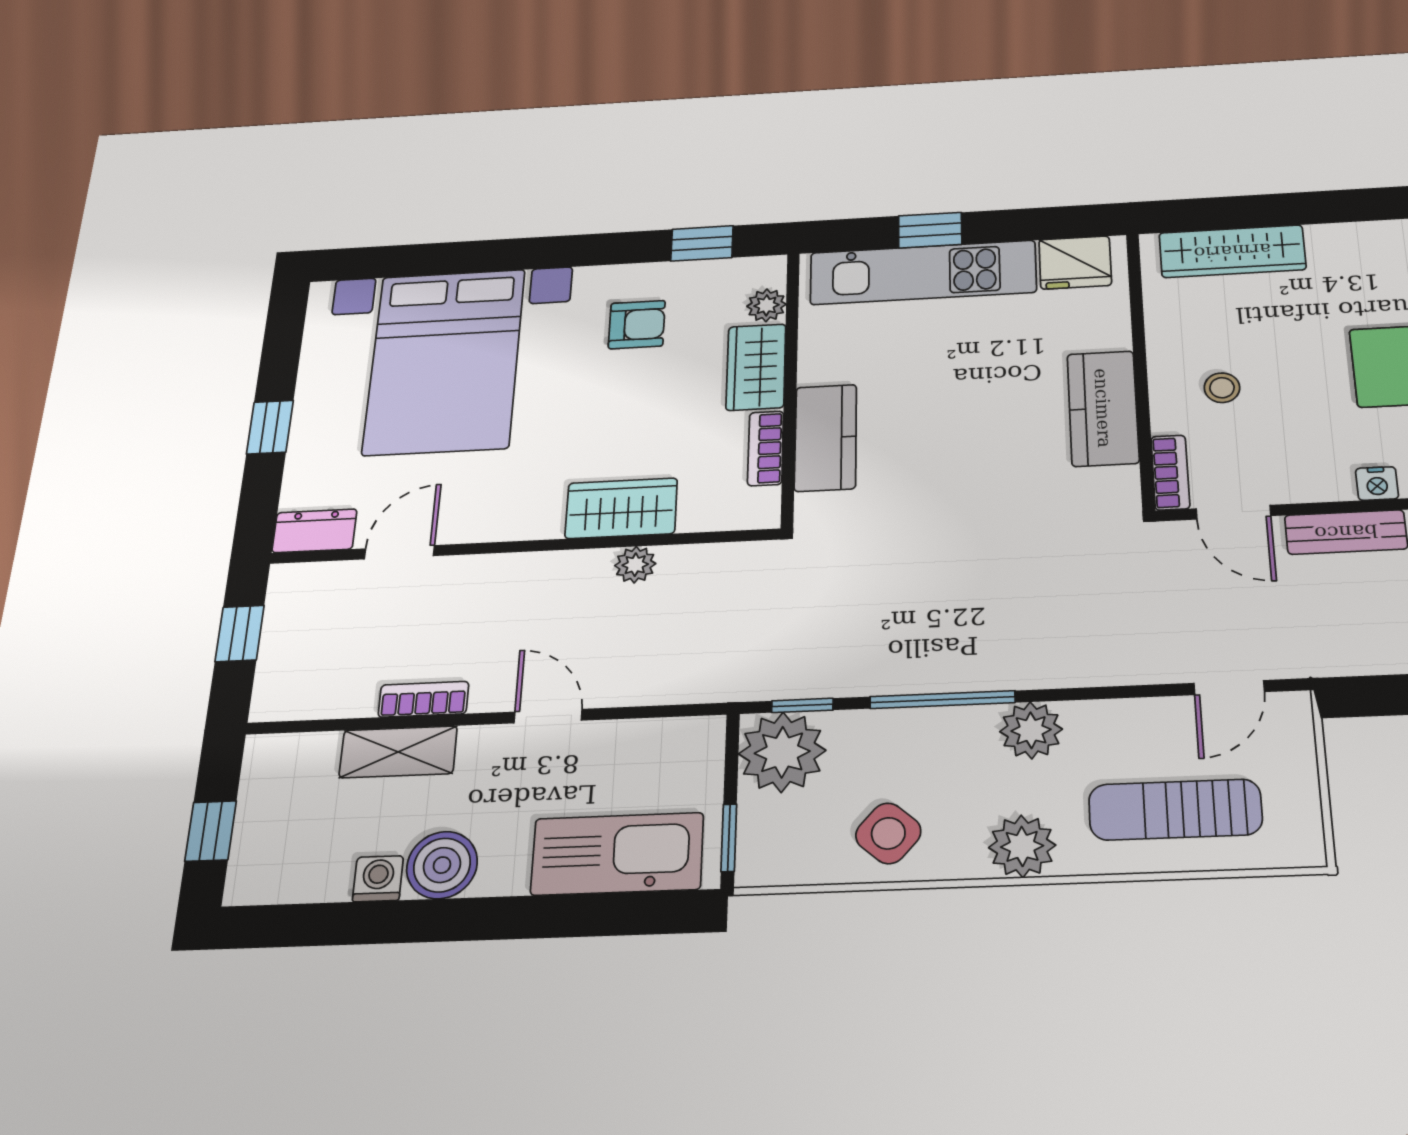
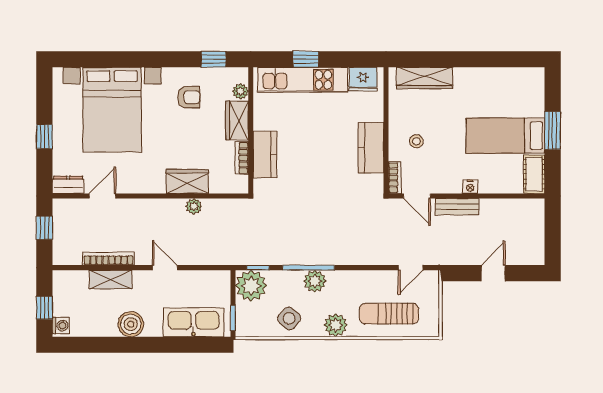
bookcase: (423, 699) -> (109, 259), width x1.56
plant: (1031, 730) -> (315, 281), moved
washing machine: (378, 879) -> (61, 326), moved, turned 90

